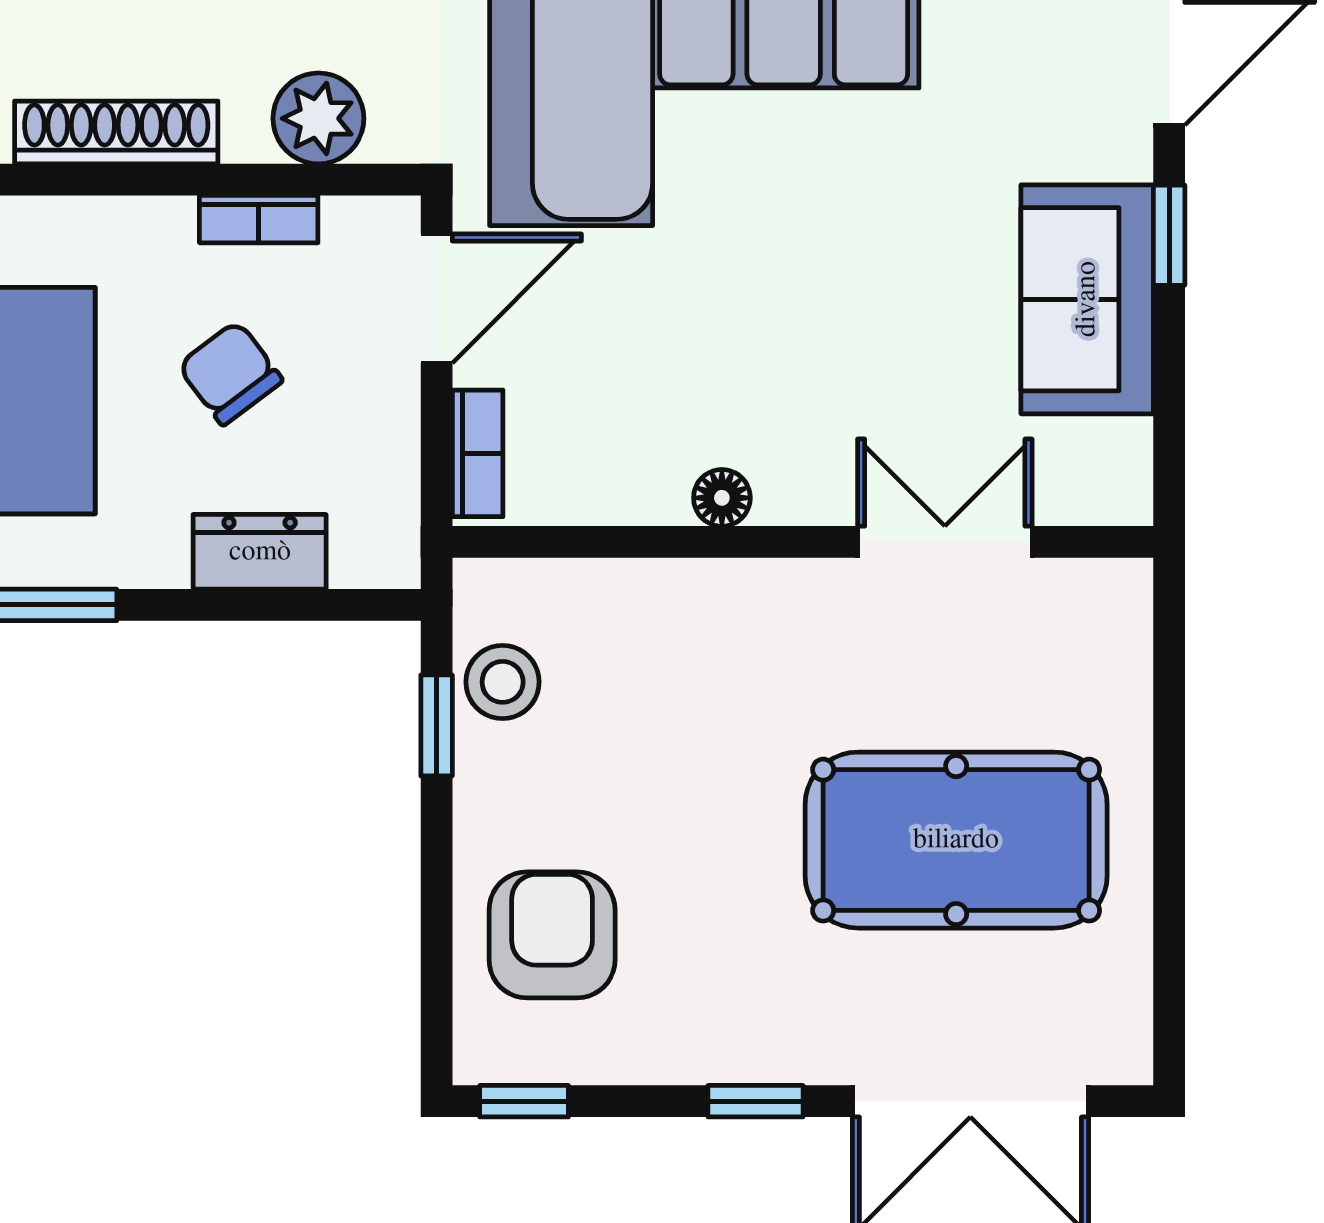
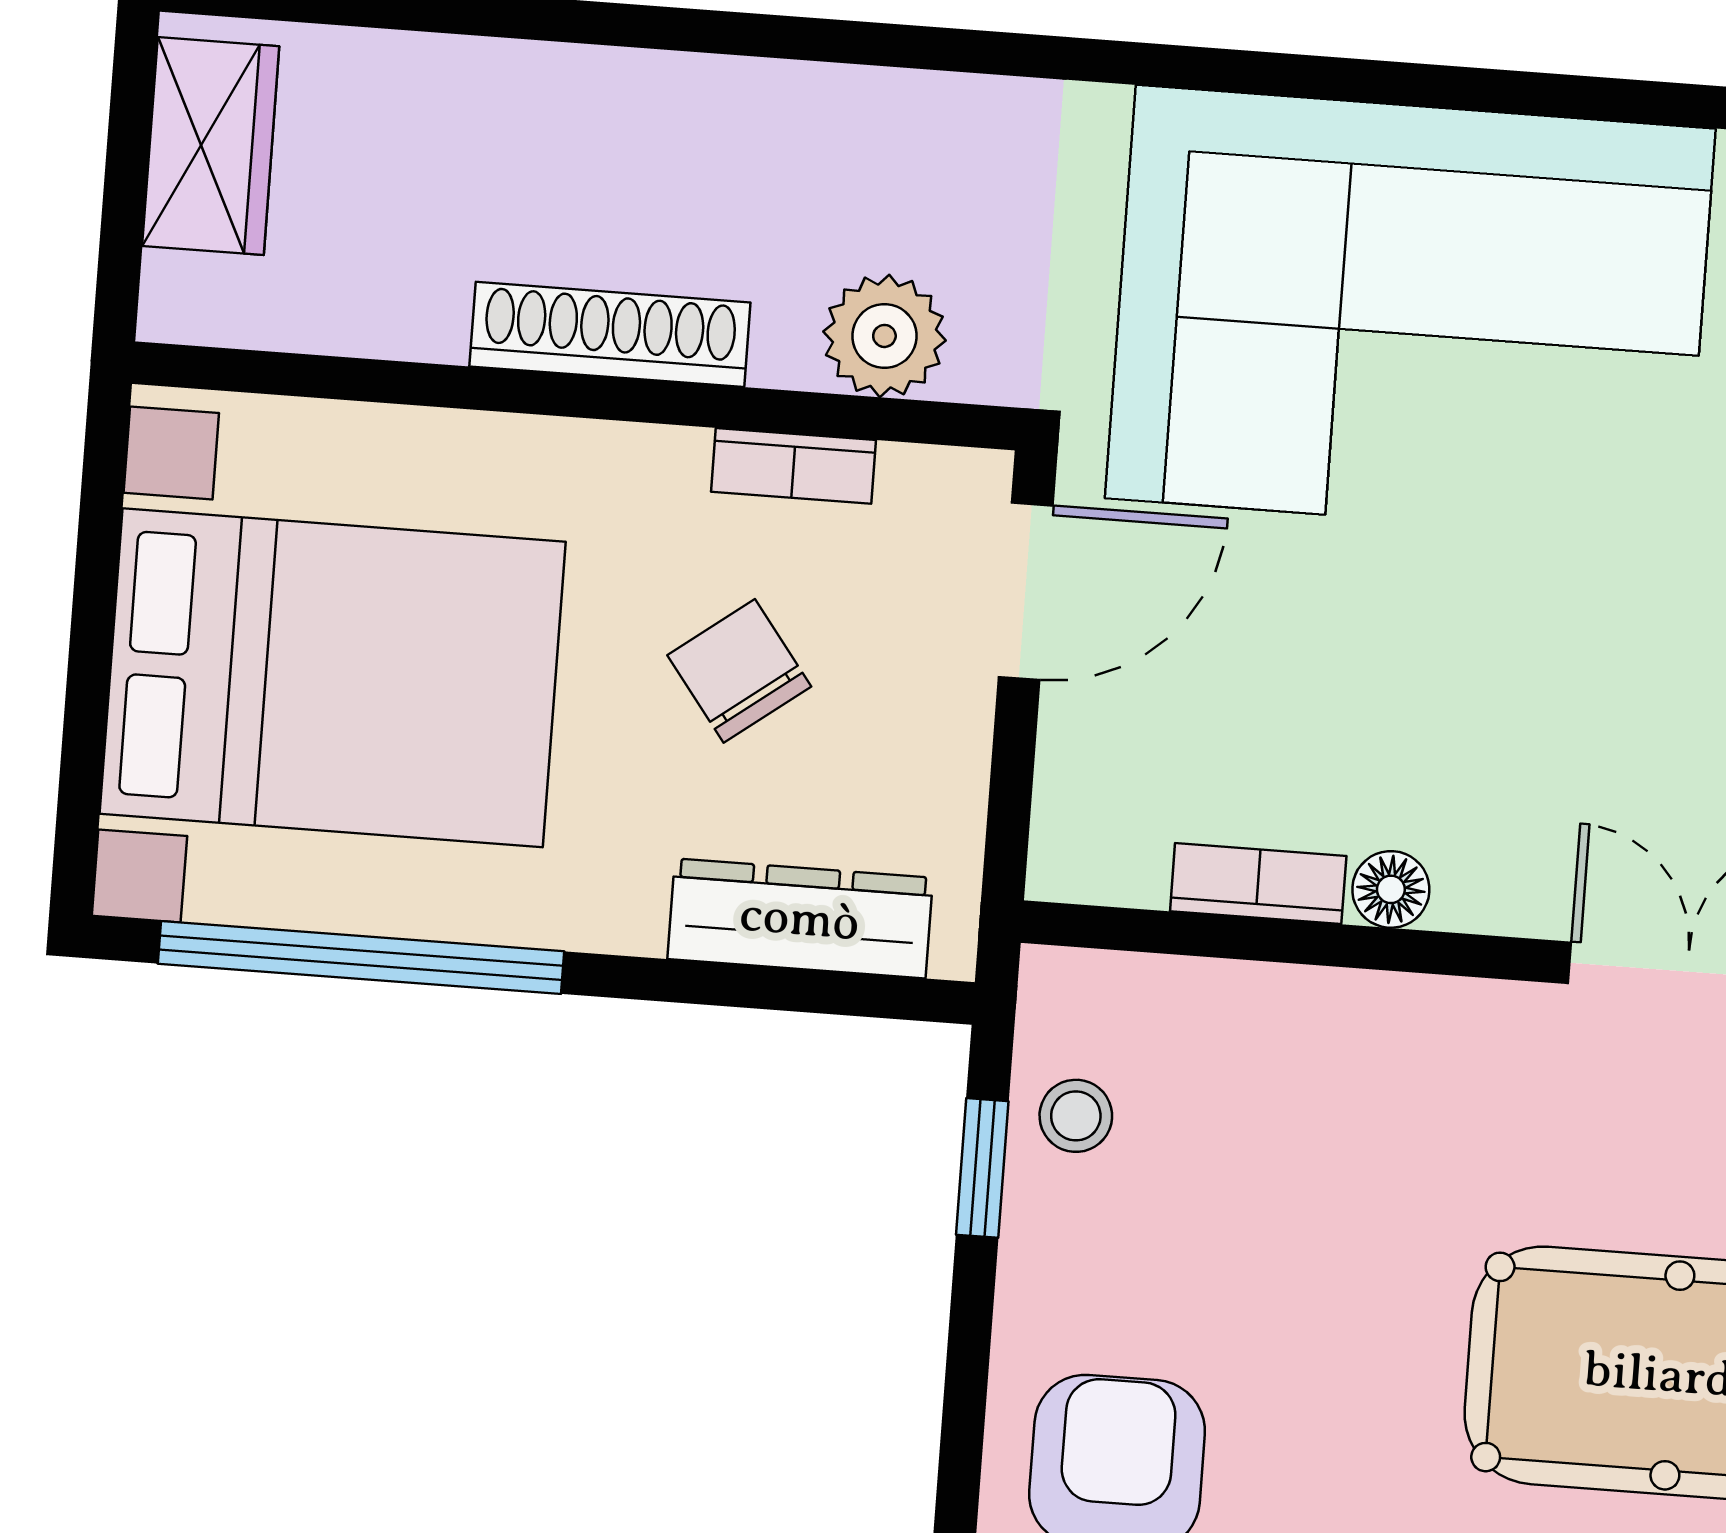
bookcase: (478, 453) -> (1258, 884), moved, turned -90
dresser: (260, 552) -> (800, 918), width x1.44
stool: (503, 682) -> (1076, 1116), width x0.73, depth x0.73

